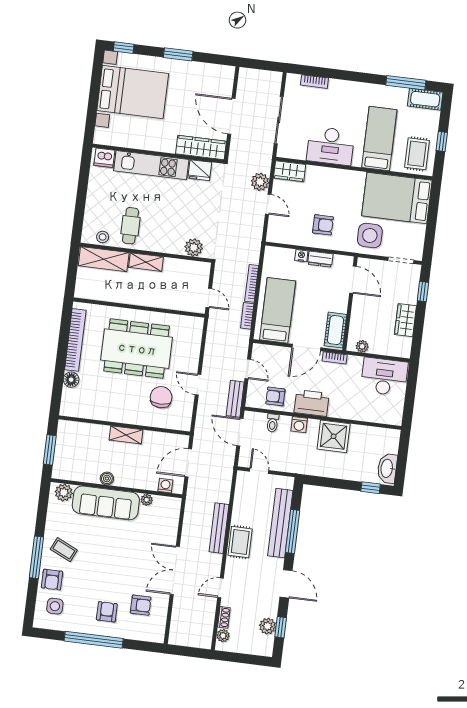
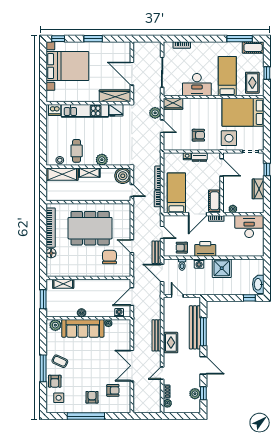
plant: (194, 248) -> (102, 160), moved
boiler: (197, 273) -> (123, 176), added
shelving: (126, 435) -> (63, 284), moved

